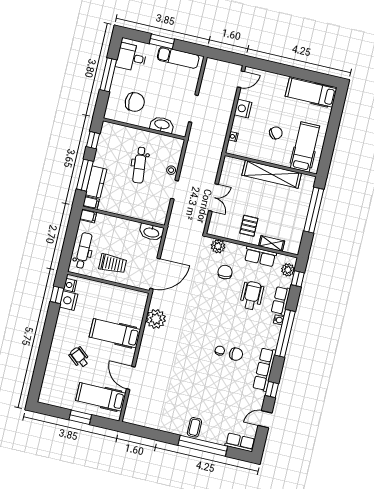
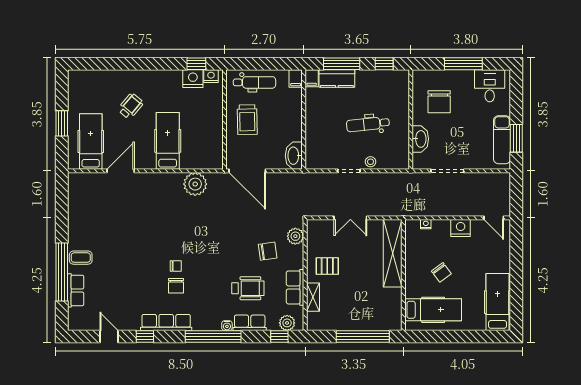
window: (162, 41) -> (516, 138), moved
shelving: (272, 174) -> (393, 253), moved
row of seats: (240, 442) -> (76, 290), moved

